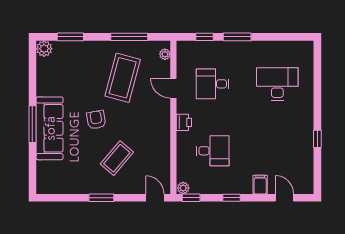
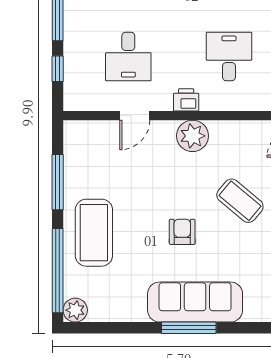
window: (70, 37) -> (58, 271), width x2.11
plant: (165, 54) -> (192, 136), moved, width x1.88, depth x1.88
coffee table: (123, 78) -> (94, 233), moved, turned 75
armchair: (96, 120) -> (182, 232), turned 100

